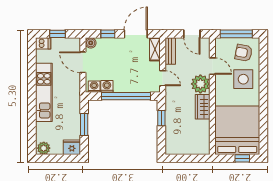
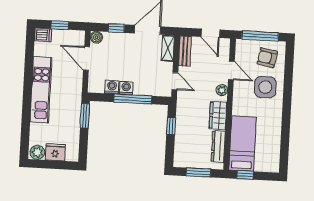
plant: (200, 84) -> (222, 90), width x0.53, depth x0.53
washing machine: (94, 87) -> (126, 88), moved
window: (126, 96) -> (133, 99), width x0.68
window: (84, 124) -> (85, 116), moved
bed: (237, 130) -> (243, 143), width x0.49
dresser: (204, 134) -> (218, 147), added
fridge: (72, 147) -> (55, 152), moved
window: (188, 158) -> (198, 172), added
window: (242, 158) -> (245, 175), moved

